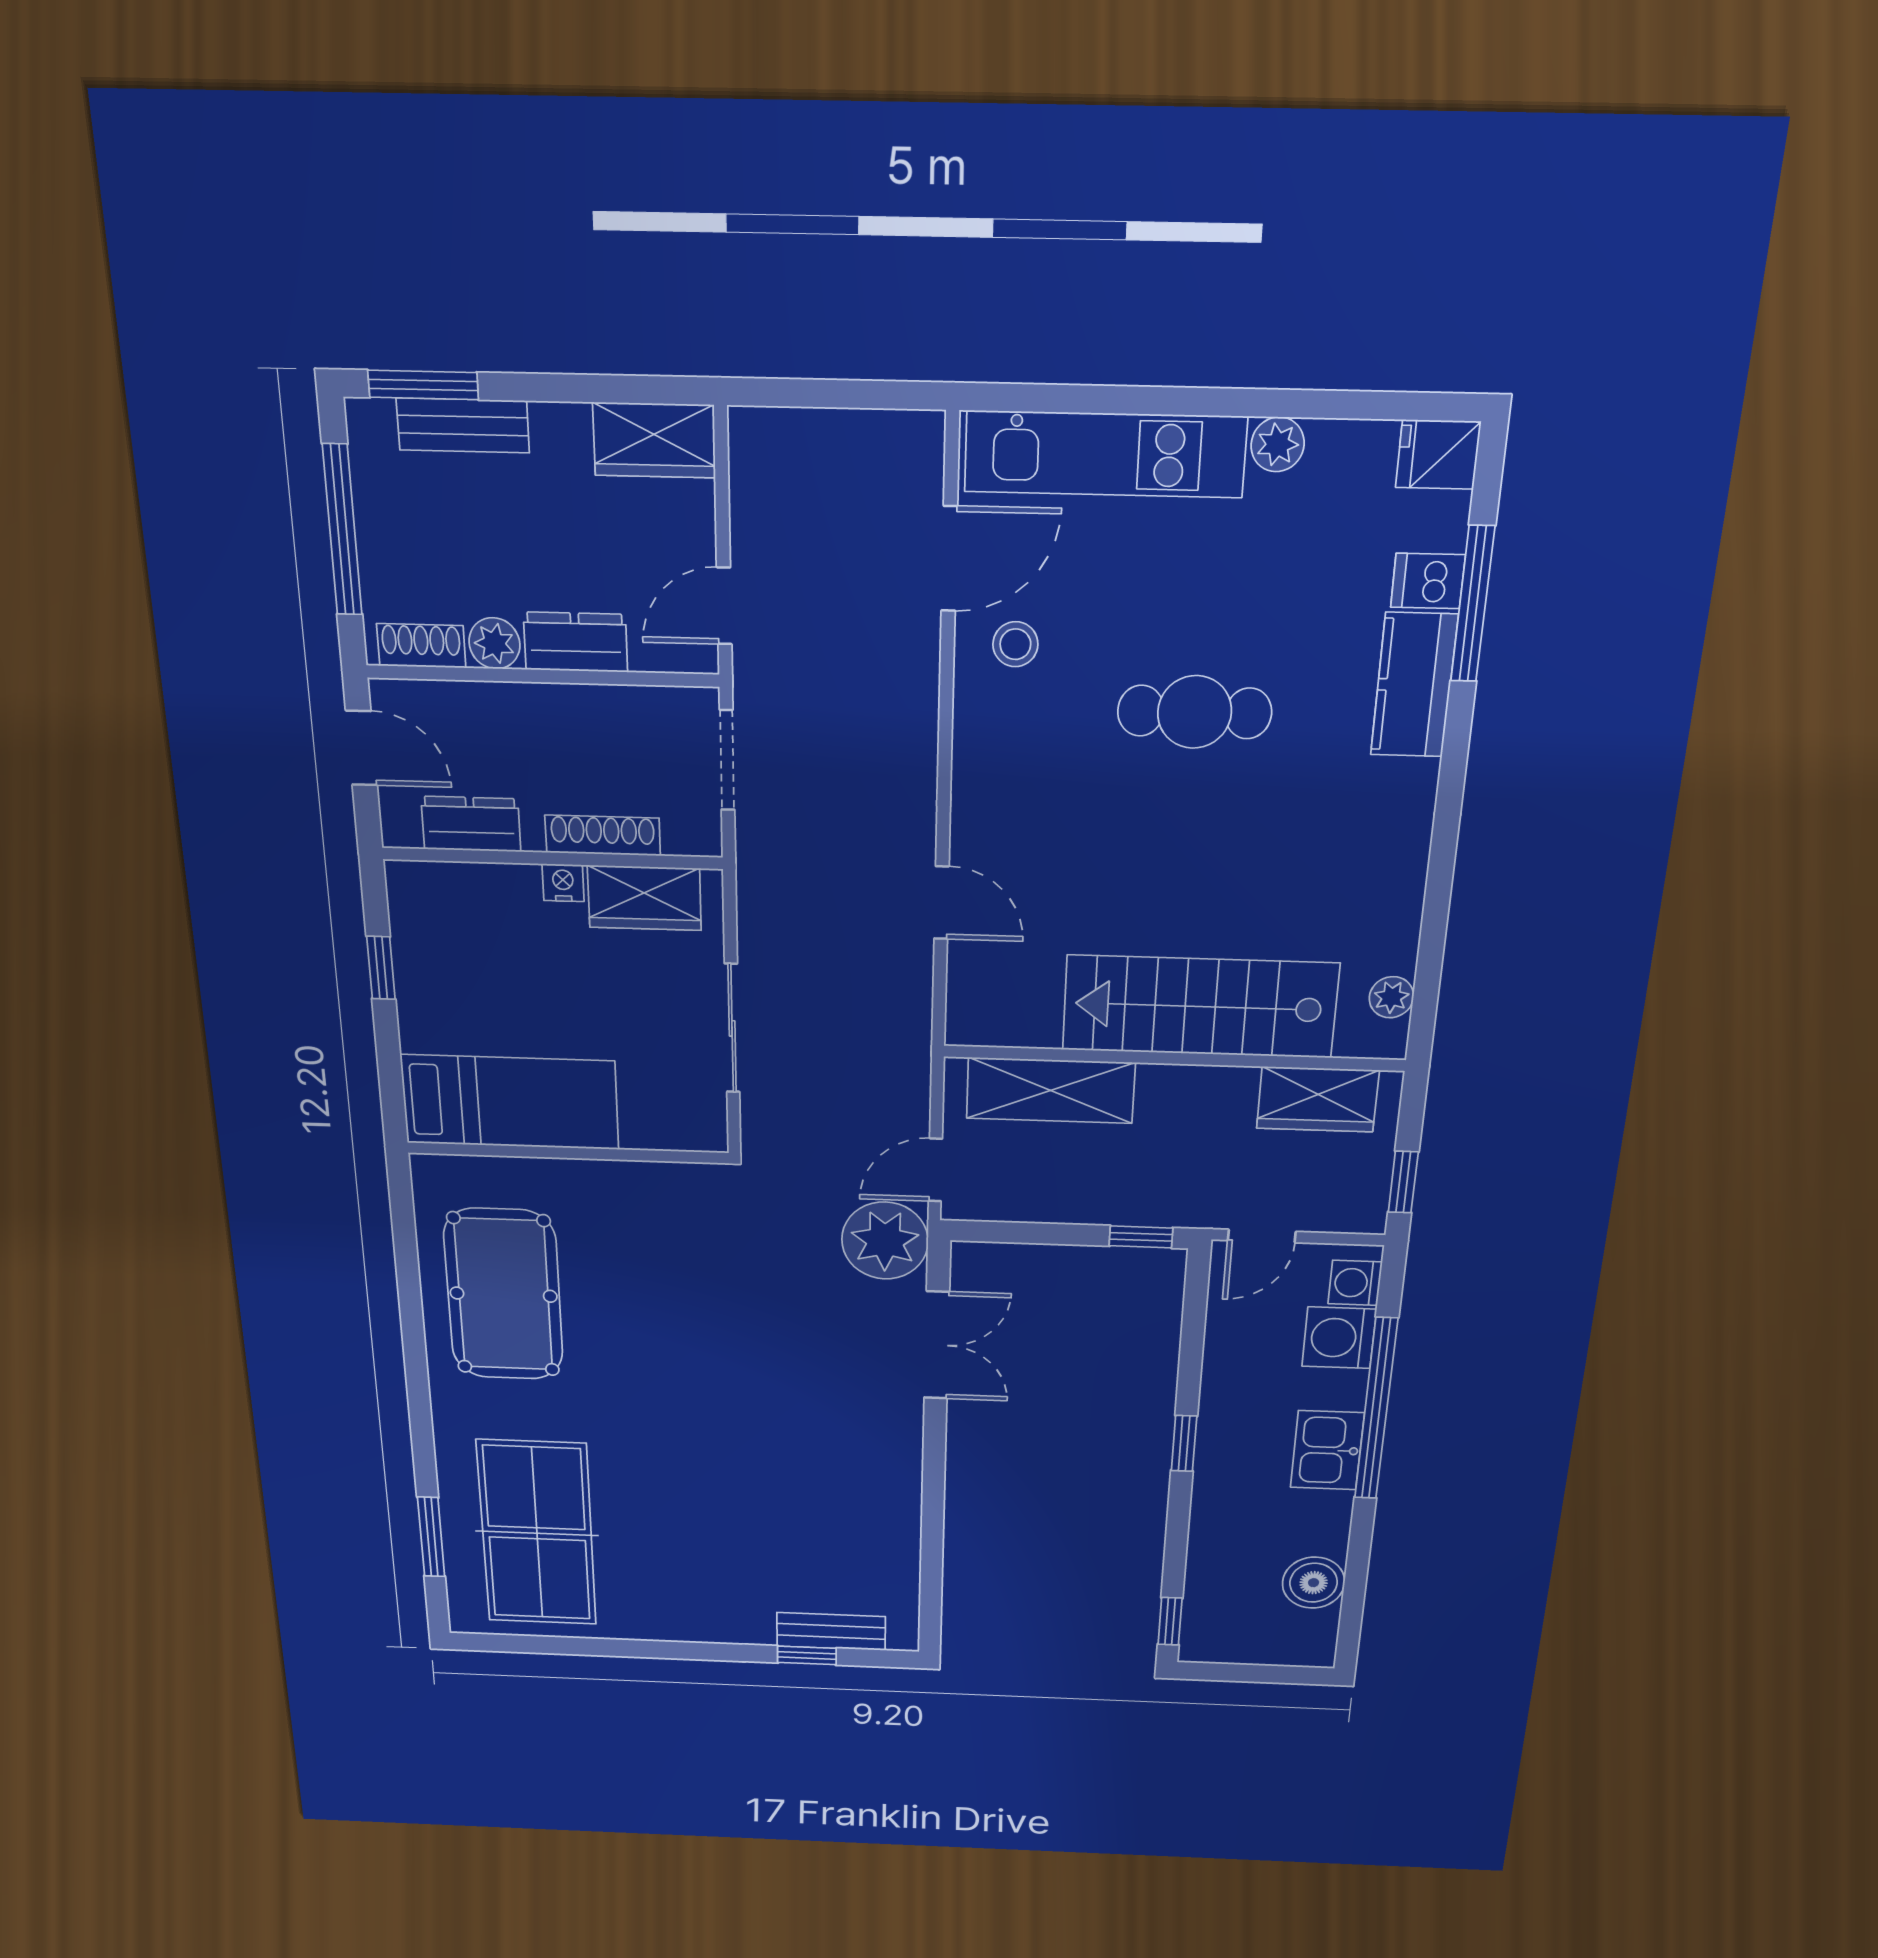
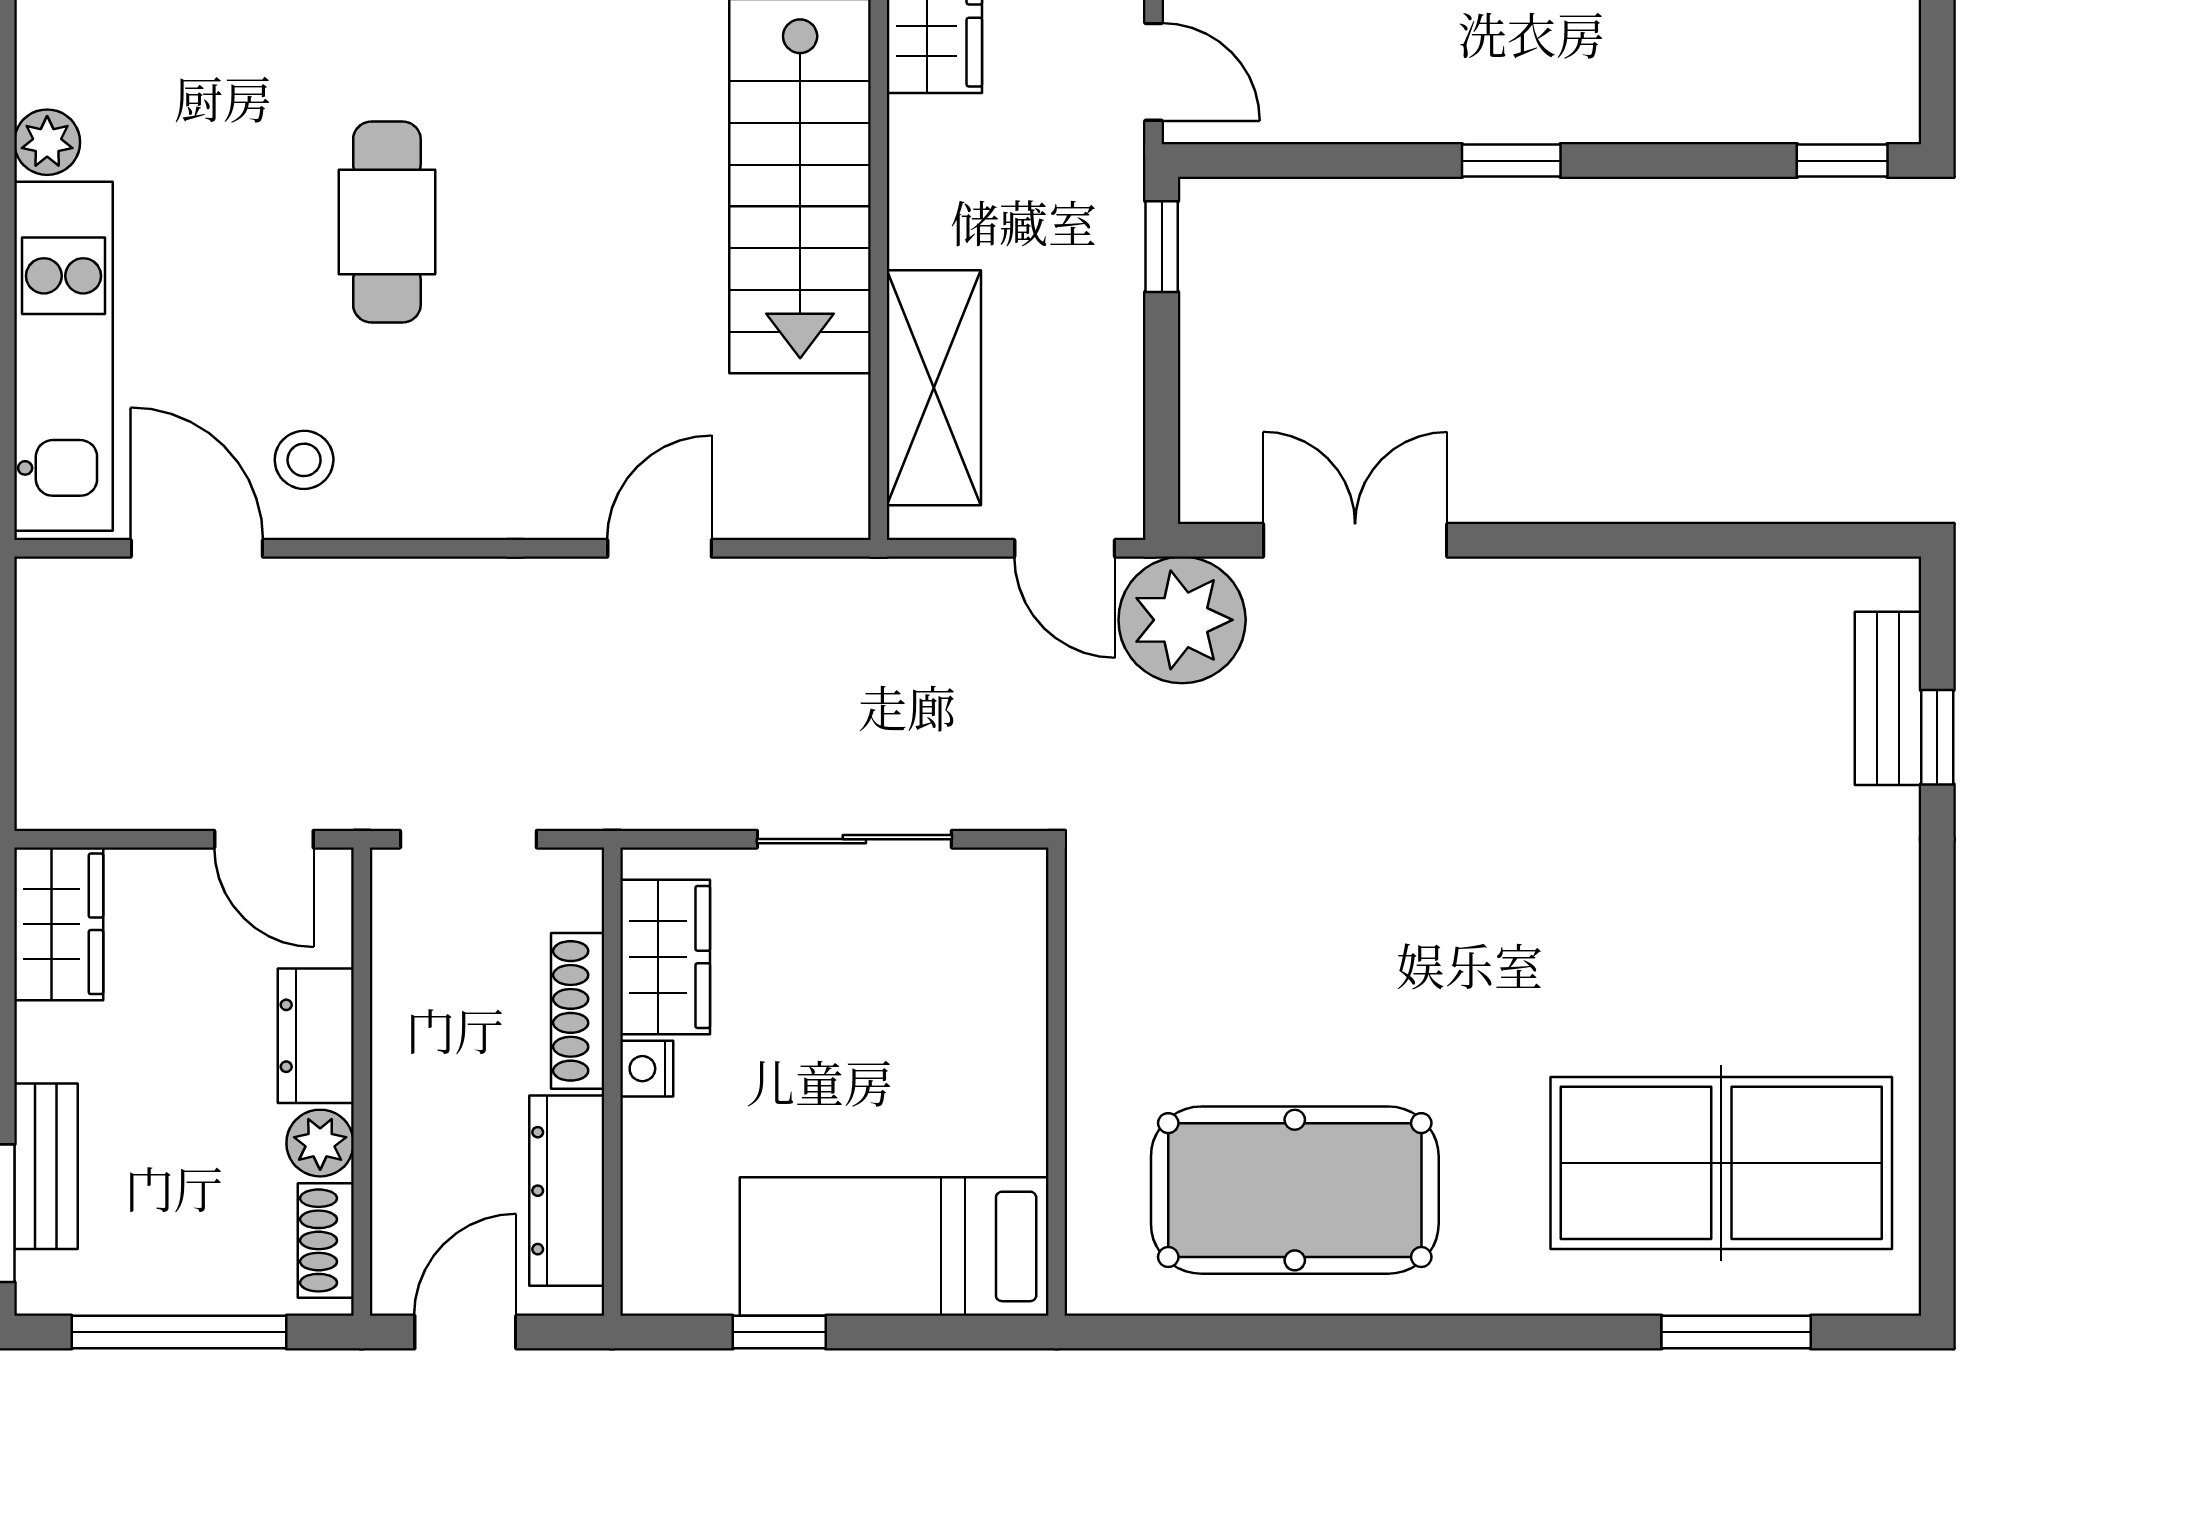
dresser: (471, 824) -> (567, 1191), width x1.44
bed: (510, 1102) -> (894, 1246), moved, turned -90

